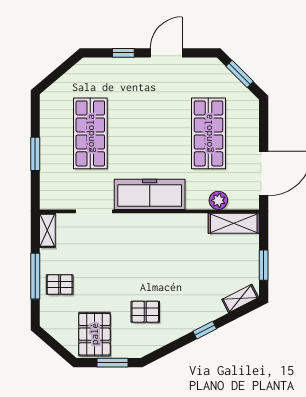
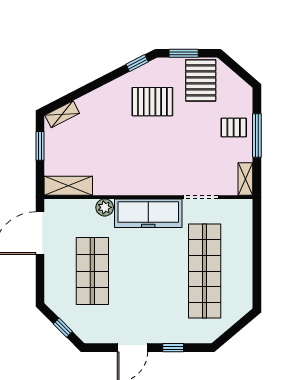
window: (240, 74) -> (63, 328), width x0.67
shop shelf: (90, 133) -> (205, 271), width x1.40
window: (35, 154) -> (257, 252), removed
plant: (218, 200) -> (105, 207), moved
pallet: (145, 312) -> (152, 102), width x1.50, depth x1.42
window: (205, 330) -> (137, 63), moved

